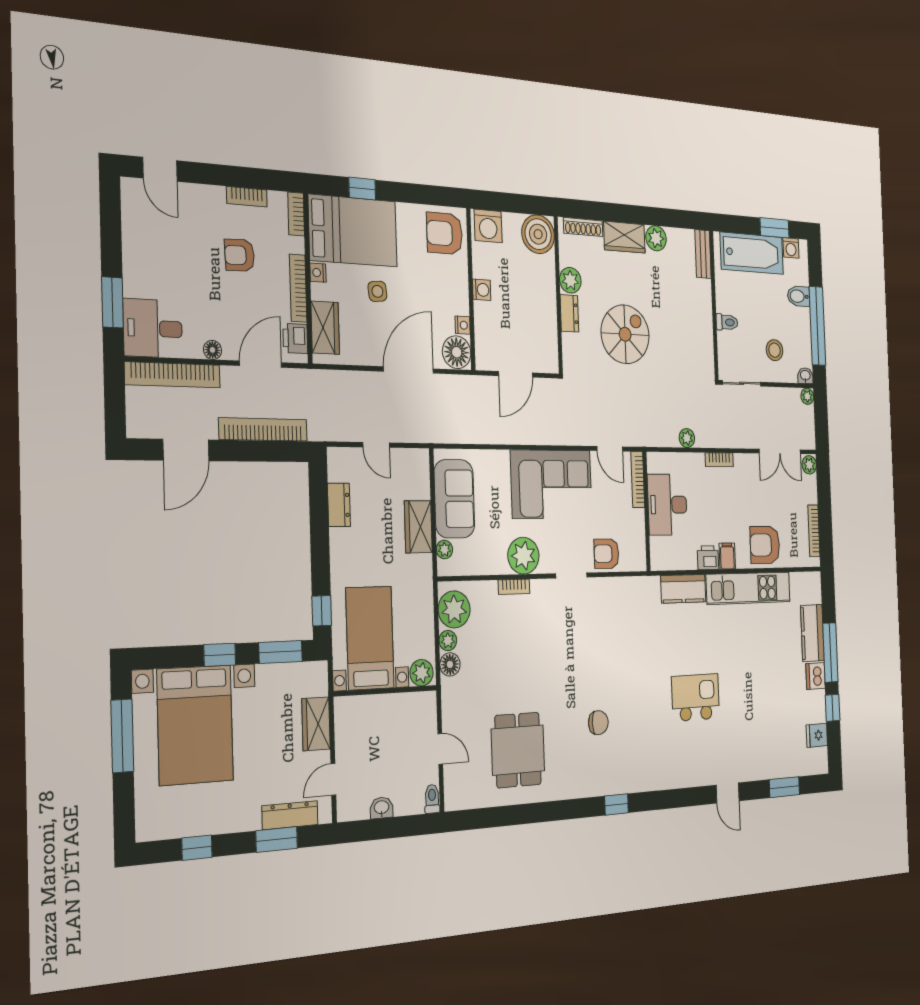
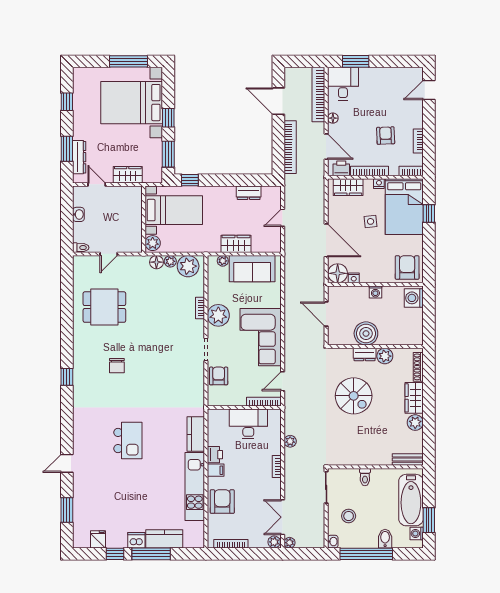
boiler: (538, 234) -> (366, 333), moved
plant: (807, 396) -> (289, 543), moved

